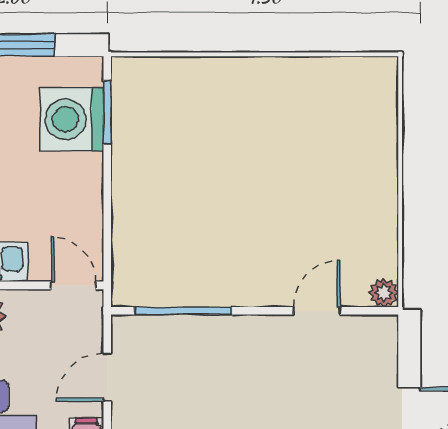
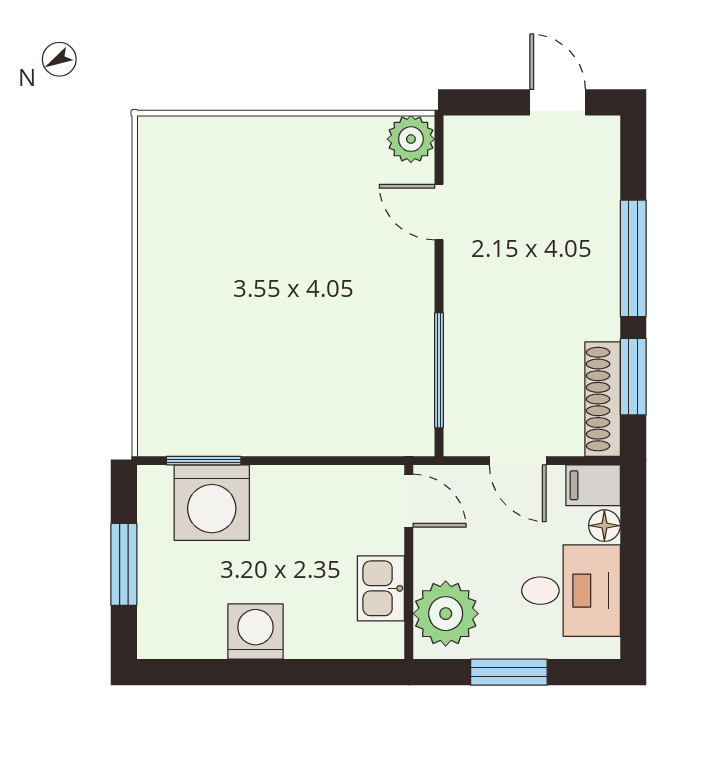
door: (73, 285) -> (409, 501), swing flipped
plant: (384, 293) -> (411, 139), width x1.38, depth x1.38

